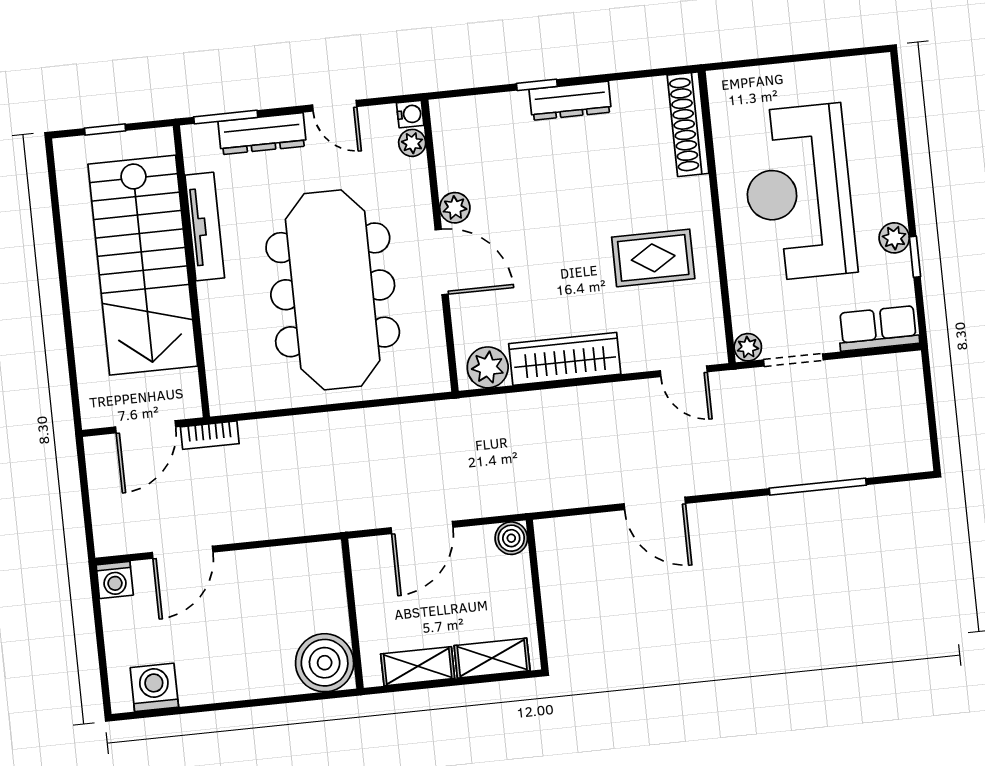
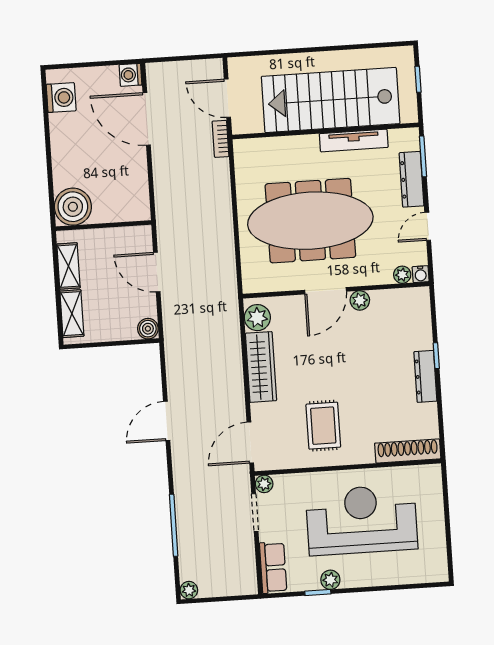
door: (684, 371) -> (250, 442), width x1.38
plant: (918, 459) -> (189, 590), added
door: (183, 552) -> (147, 119), width x1.36

